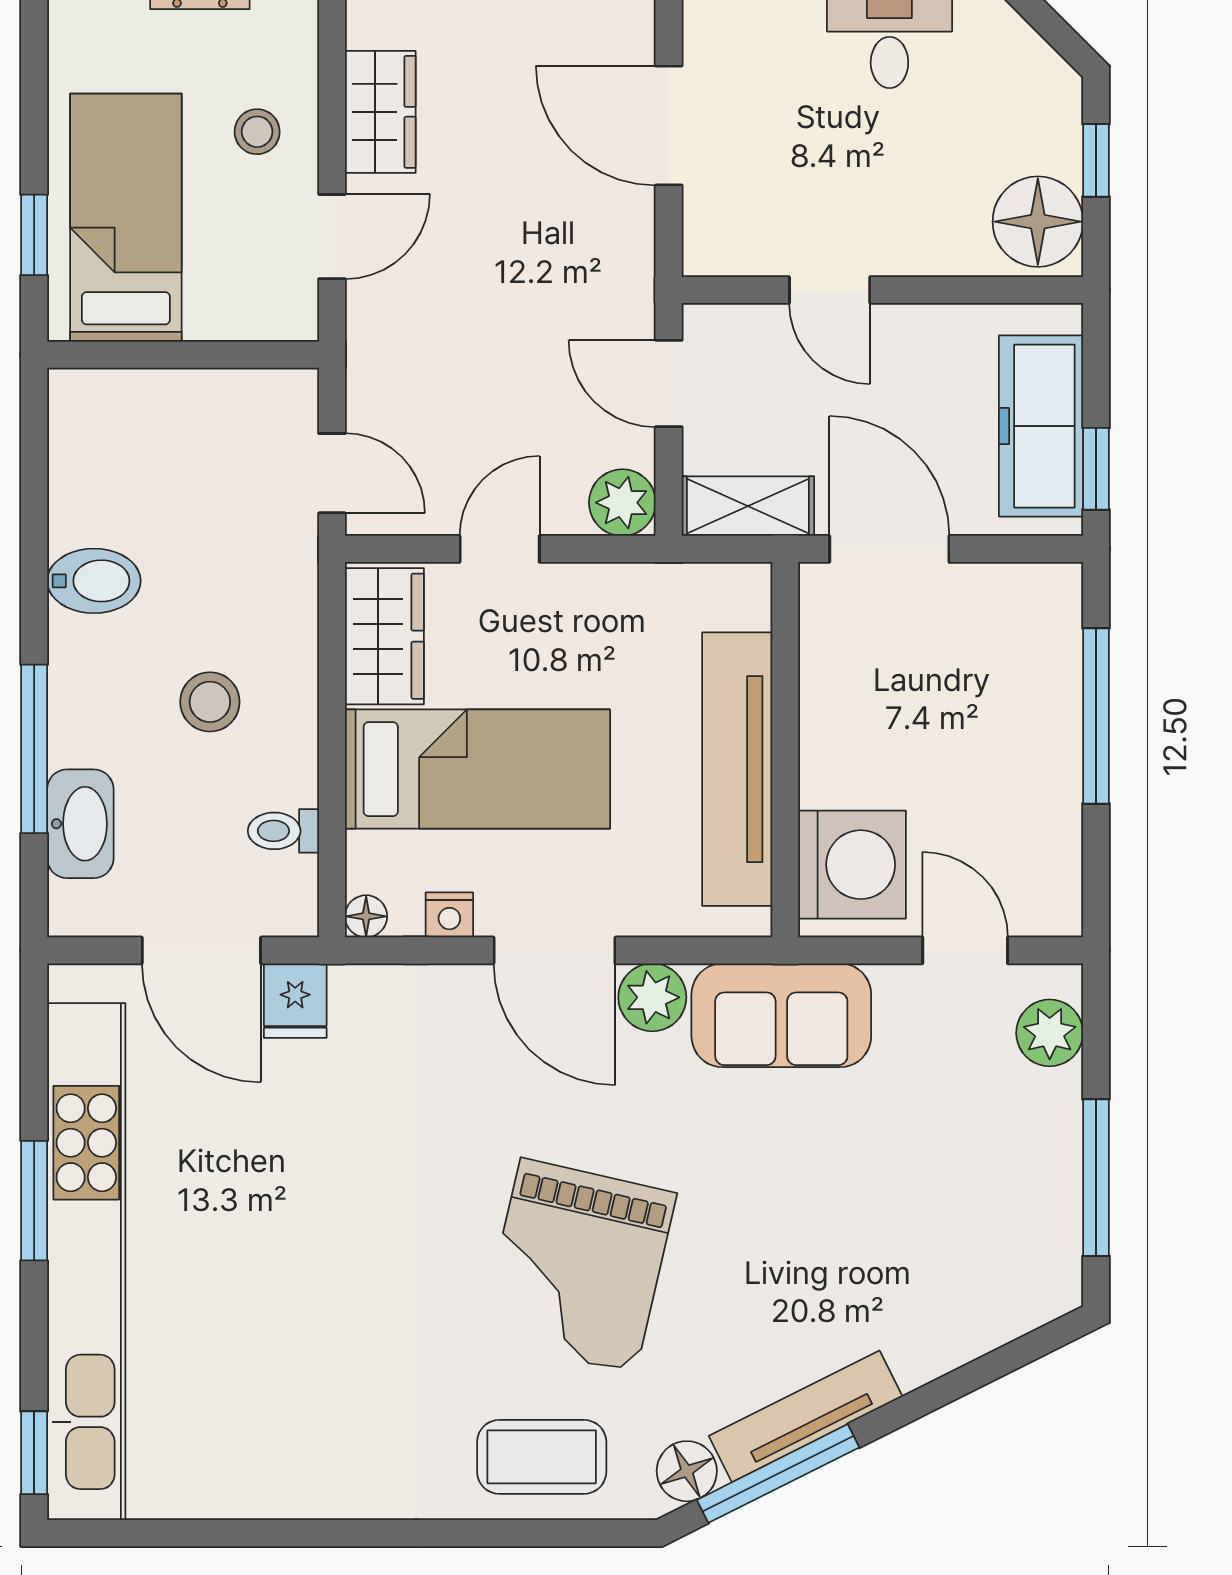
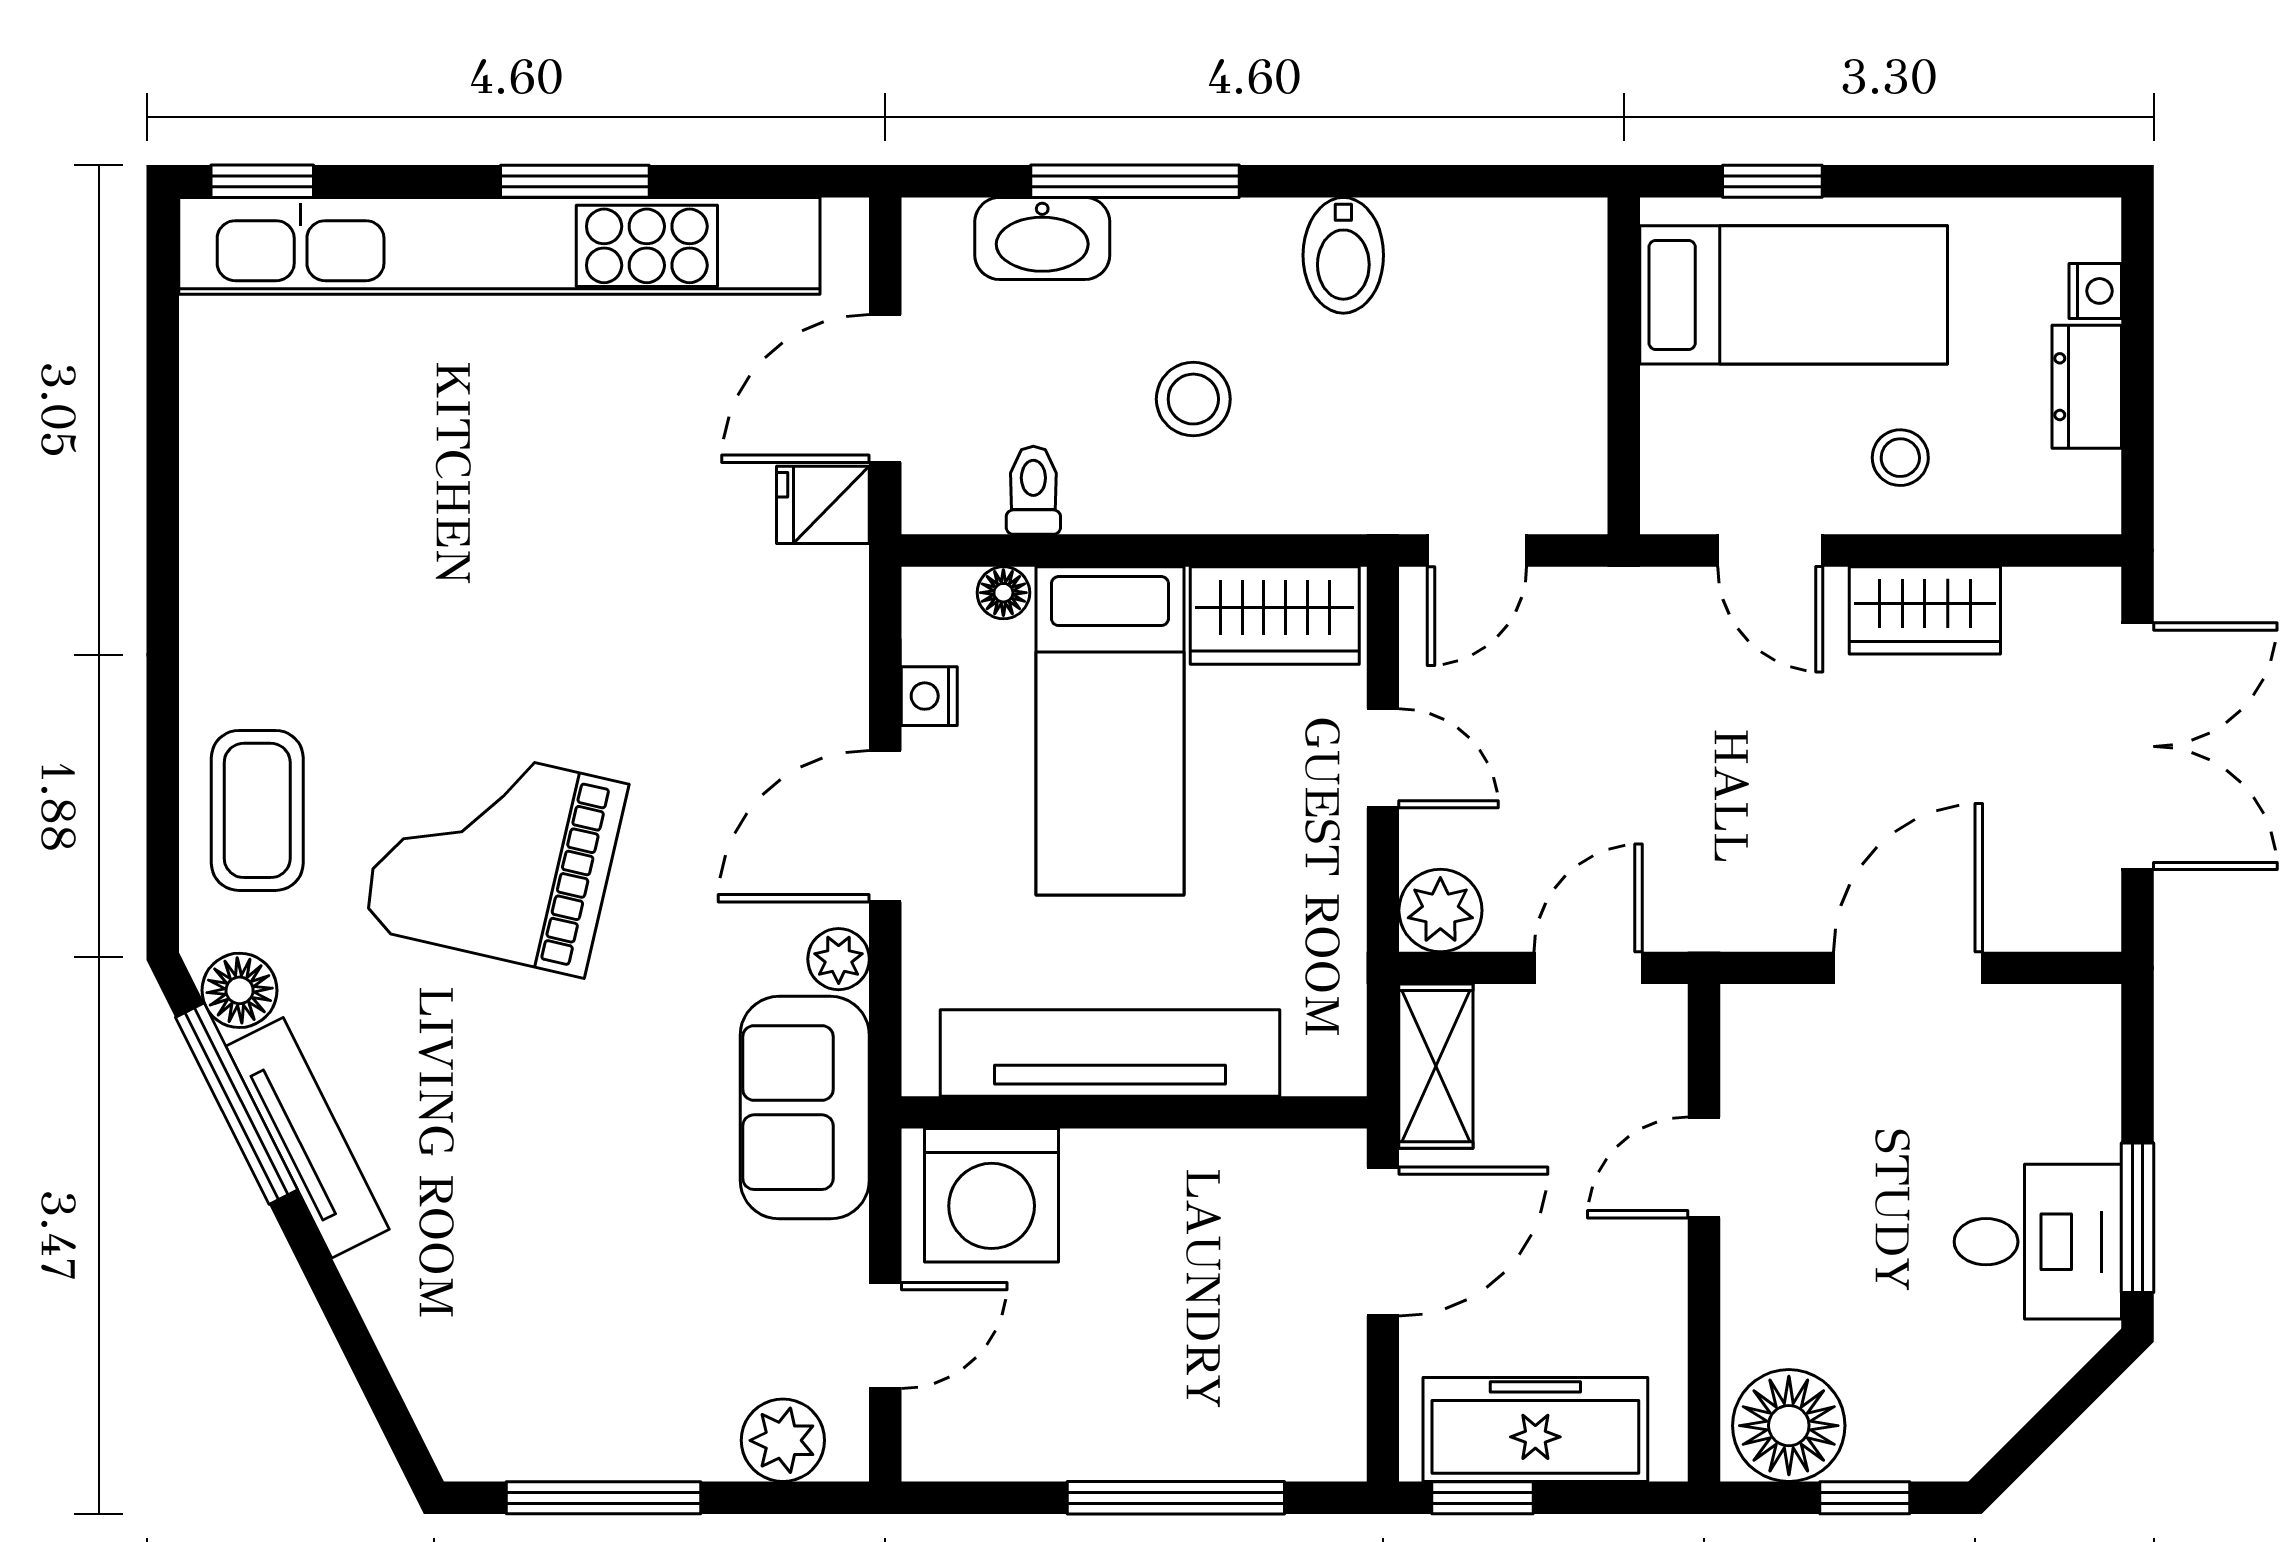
floor lamp: (366, 916) -> (1003, 593), moved
plant: (652, 997) -> (839, 959), width x0.73, depth x0.73

